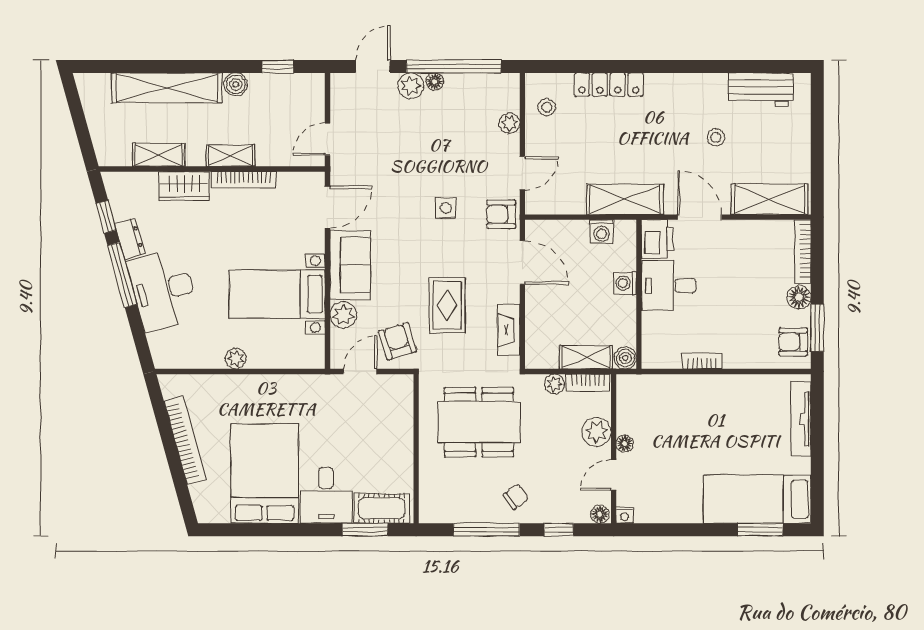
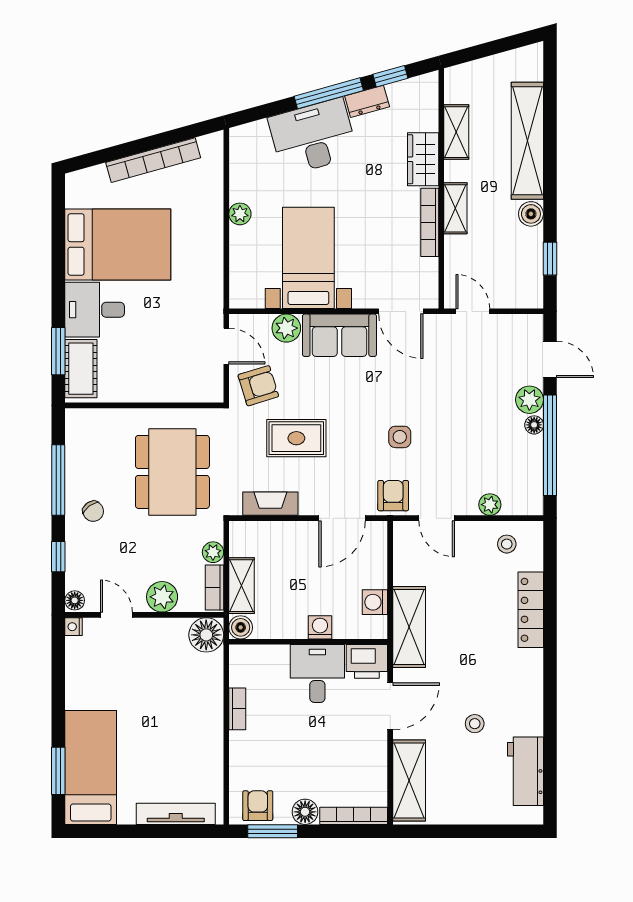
floor lamp: (625, 444) -> (206, 635), moved, width x1.89, depth x1.89

